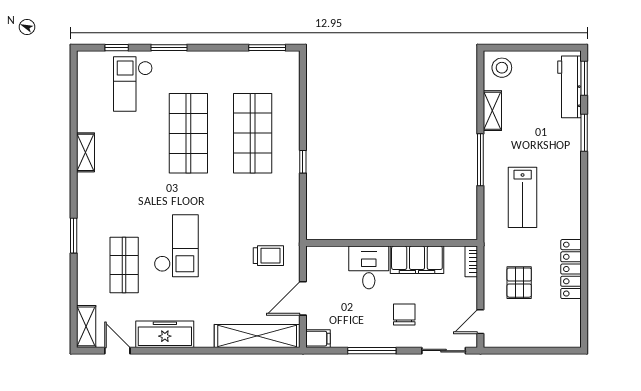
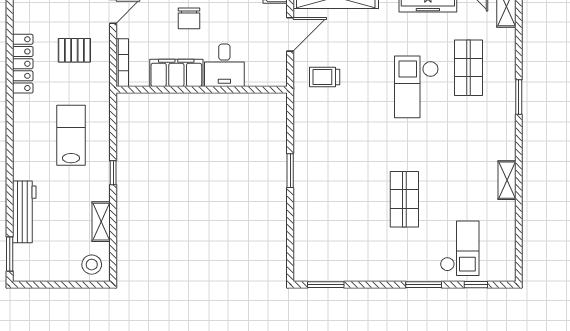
workbench: (569, 87) -> (24, 212), moved
shop shelf: (188, 133) -> (404, 199), width x0.70, depth x0.74
shop shelf: (253, 133) -> (340, 199), removed
window: (584, 133) -> (10, 200), removed
window: (480, 160) -> (113, 173), width x0.46
window: (303, 162) -> (290, 171), width x1.50
bookcase: (471, 261) -> (122, 63), width x1.56
pallet: (519, 283) -> (74, 50), turned 90

